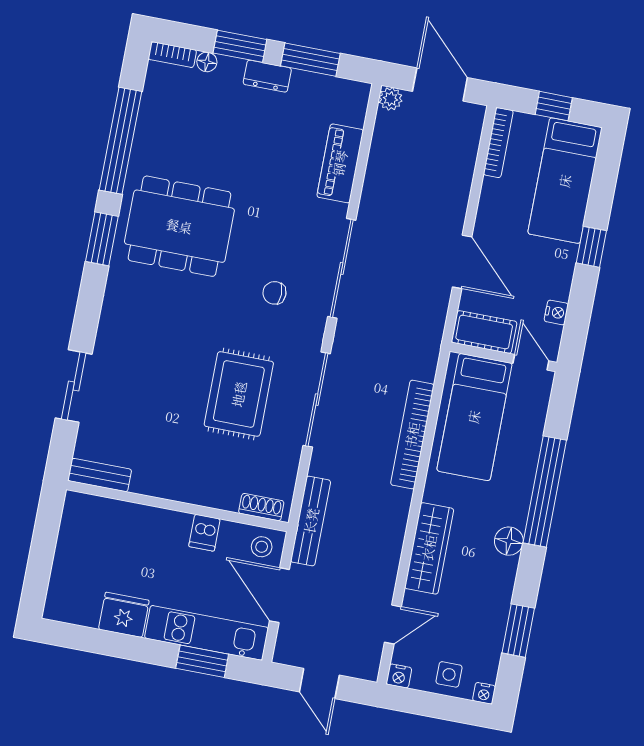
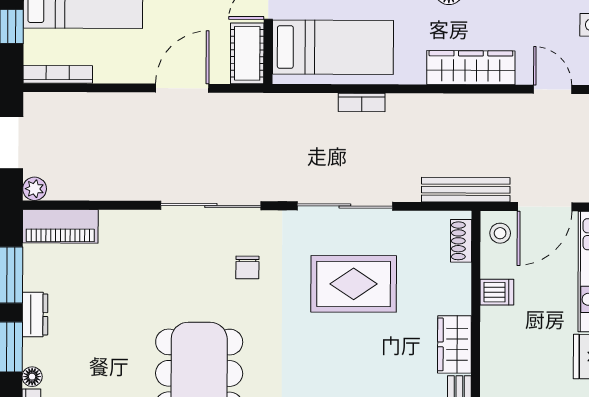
piano: (340, 163) -> (60, 226), moved
bookcase: (412, 435) -> (362, 102), width x0.43, depth x0.76
wardrobe: (161, 482) -> (454, 344), added

